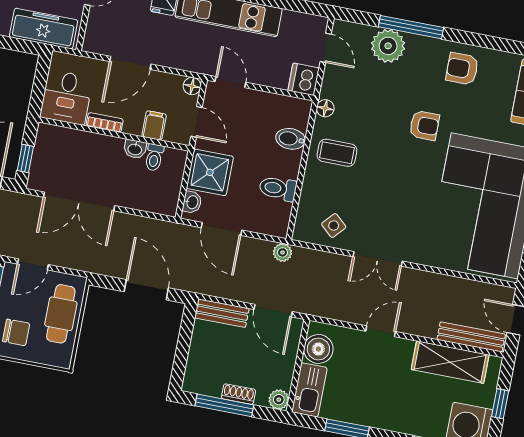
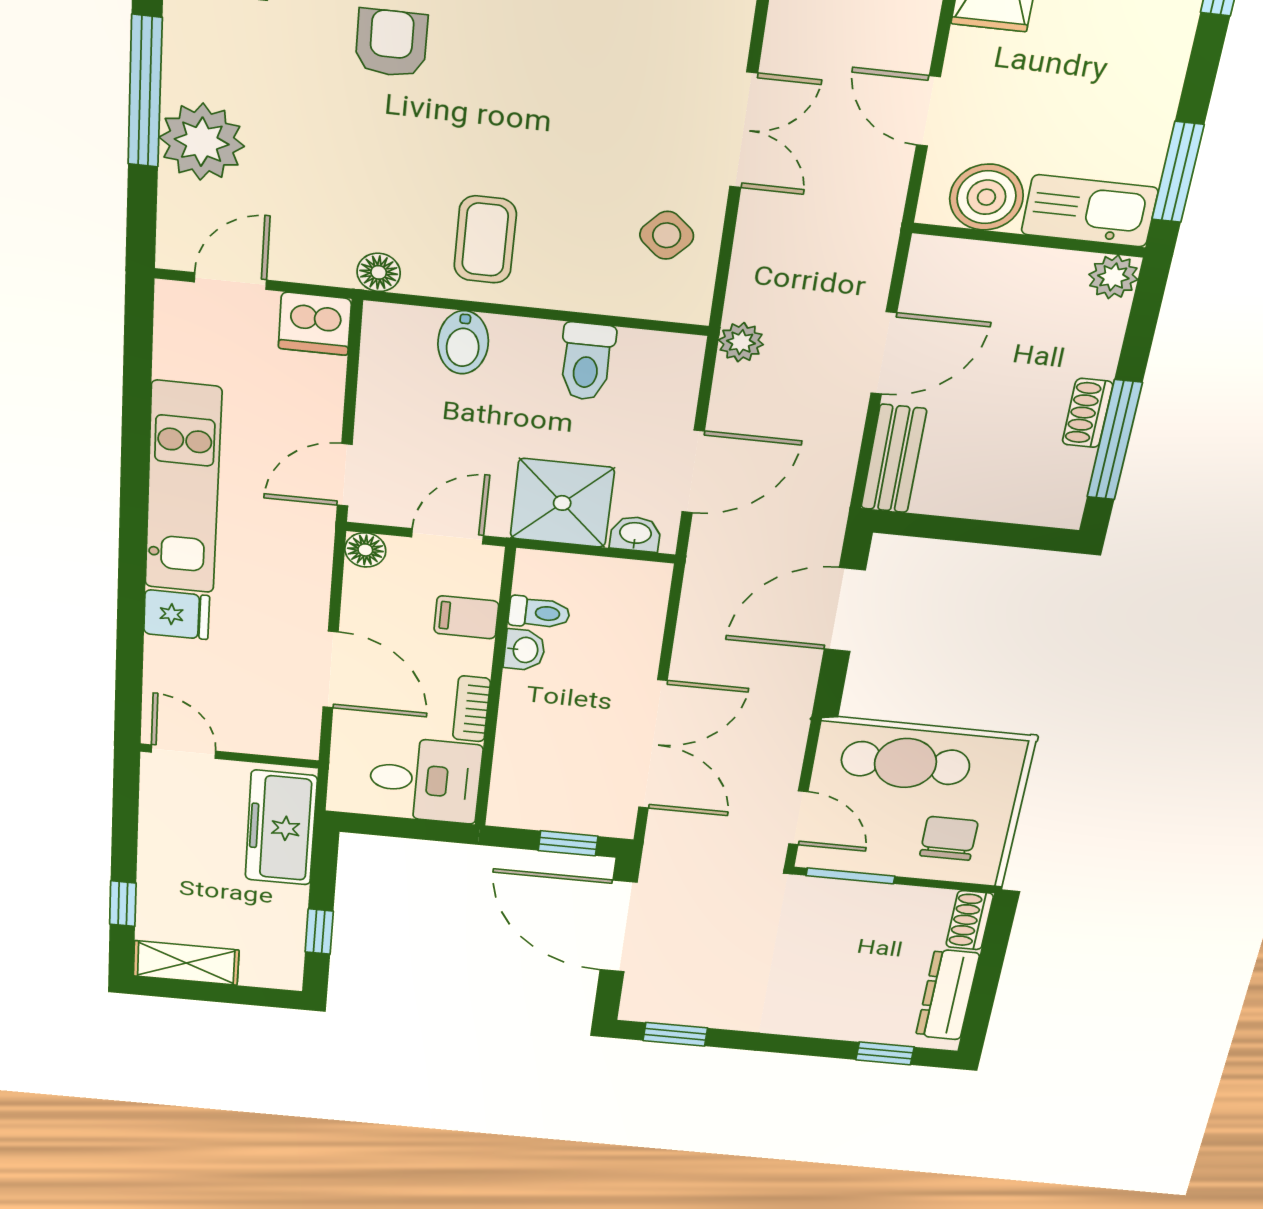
boiler: (318, 349) -> (986, 197), moved
wall: (298, 366) -> (1029, 240), moved
kitchen sink: (309, 390) -> (1090, 211), moved
plant: (279, 400) -> (1113, 277), moved

